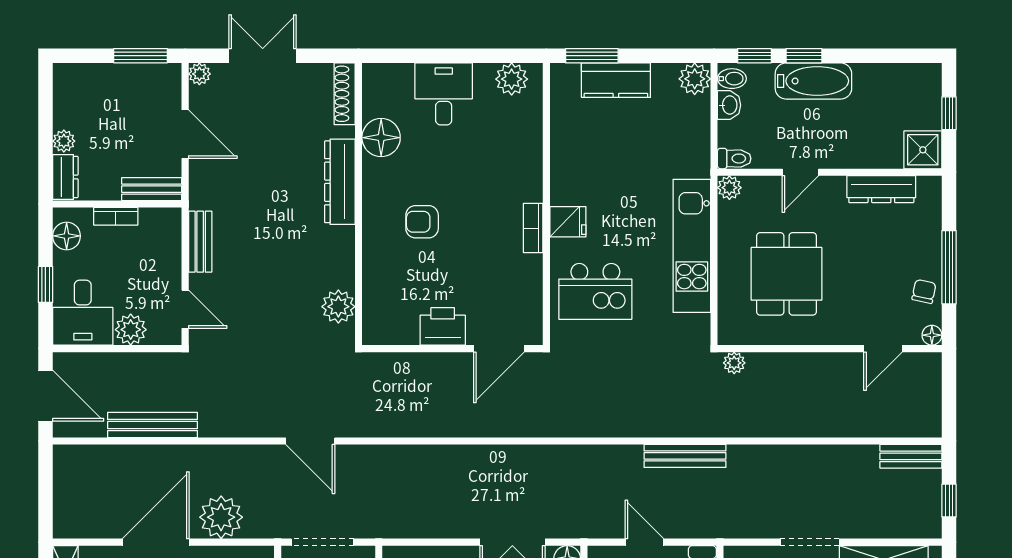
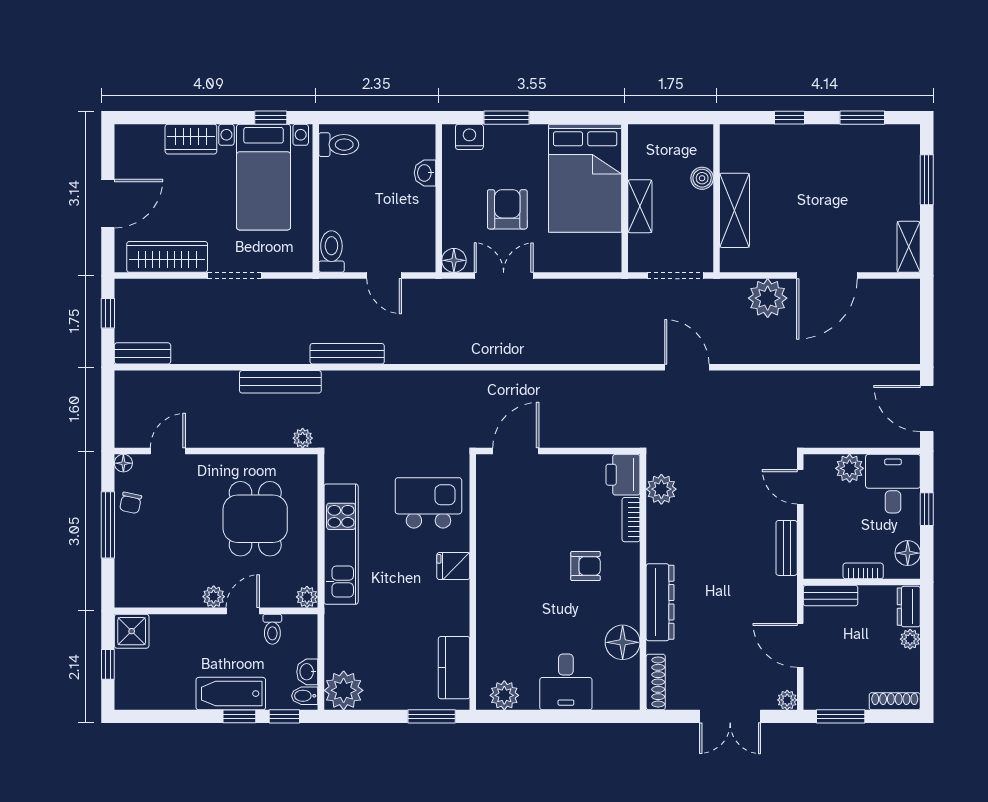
shoe rack: (81, 73) -> (895, 701), added
plant: (695, 79) -> (344, 690), width x1.36, depth x1.36
kitchen counter: (616, 80) -> (454, 668), moved, turned -90
toilet: (734, 159) -> (272, 629), moved, turned -90
plant: (832, 188) -> (214, 597), added
dresser: (881, 189) -> (169, 596), removed
bookcase: (533, 228) -> (631, 520), moved, turned 180
printer: (443, 326) -> (623, 475), moved, turned 90
bench: (153, 425) -> (280, 382), moved

